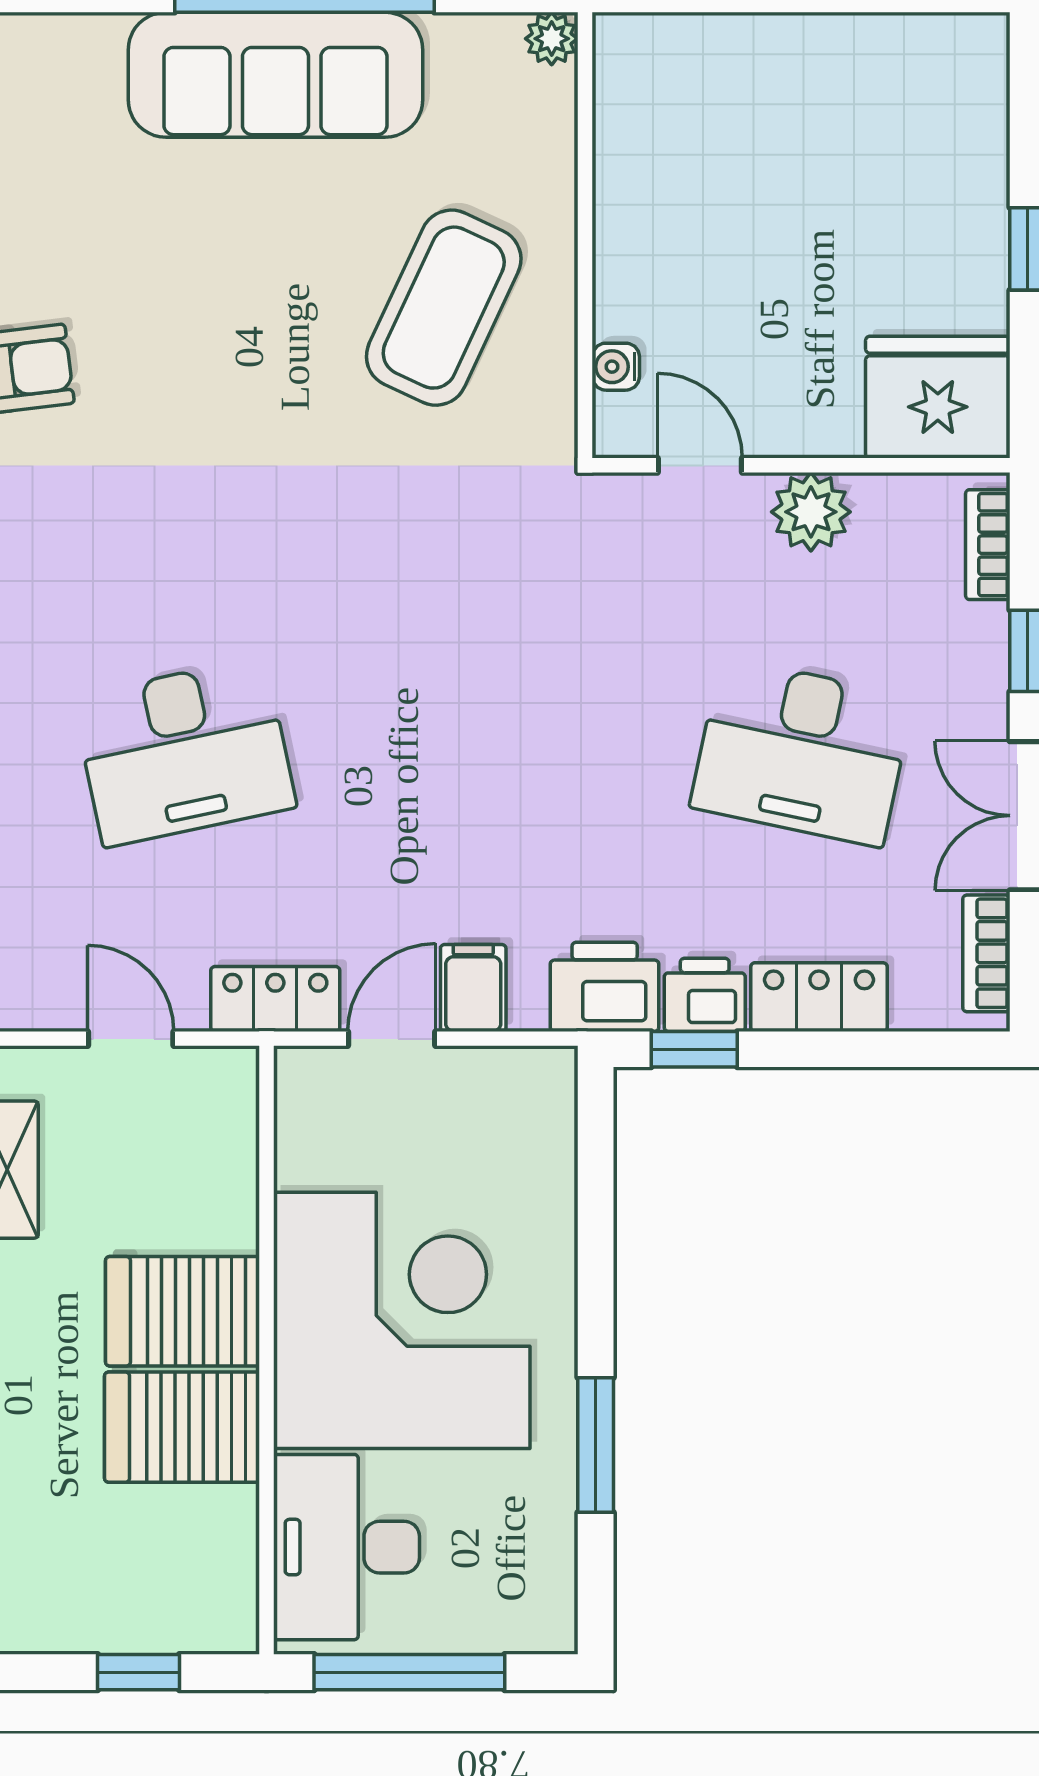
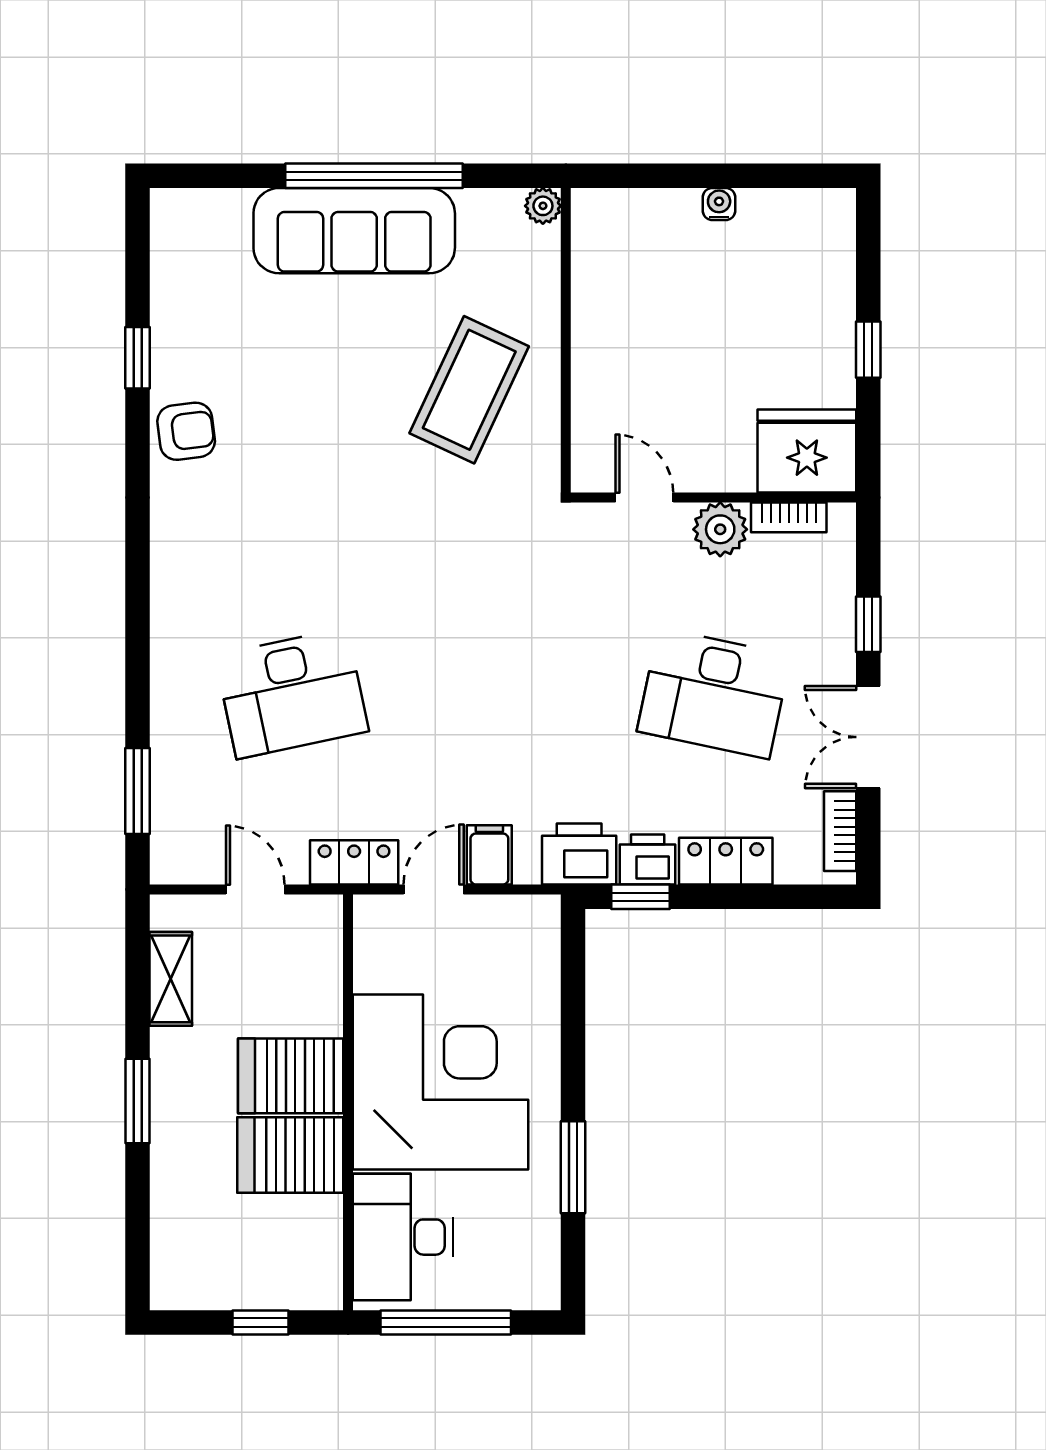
water cooler: (616, 367) -> (719, 204), moved, turned 90
bookcase: (988, 545) -> (789, 517), moved, turned -90

